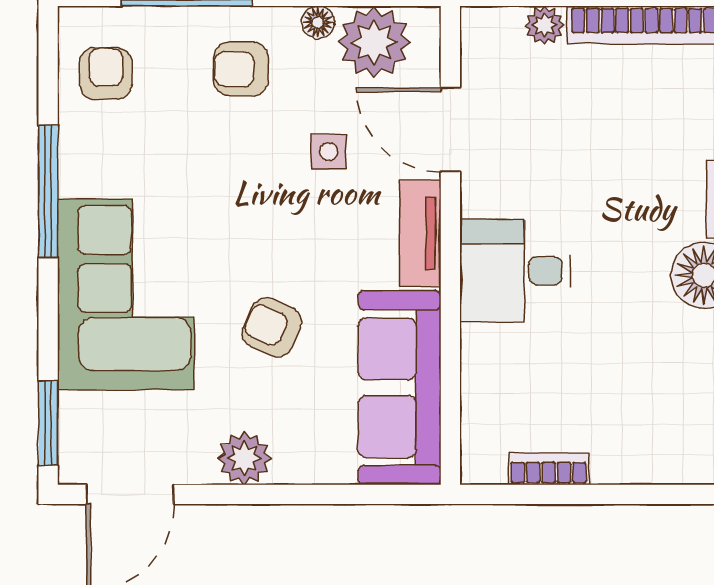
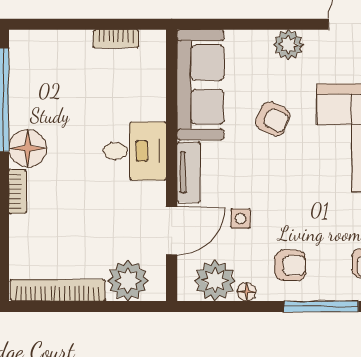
plant: (544, 25) -> (128, 281), width x1.87, depth x1.87
door: (450, 130) -> (172, 231), hinge flipped

